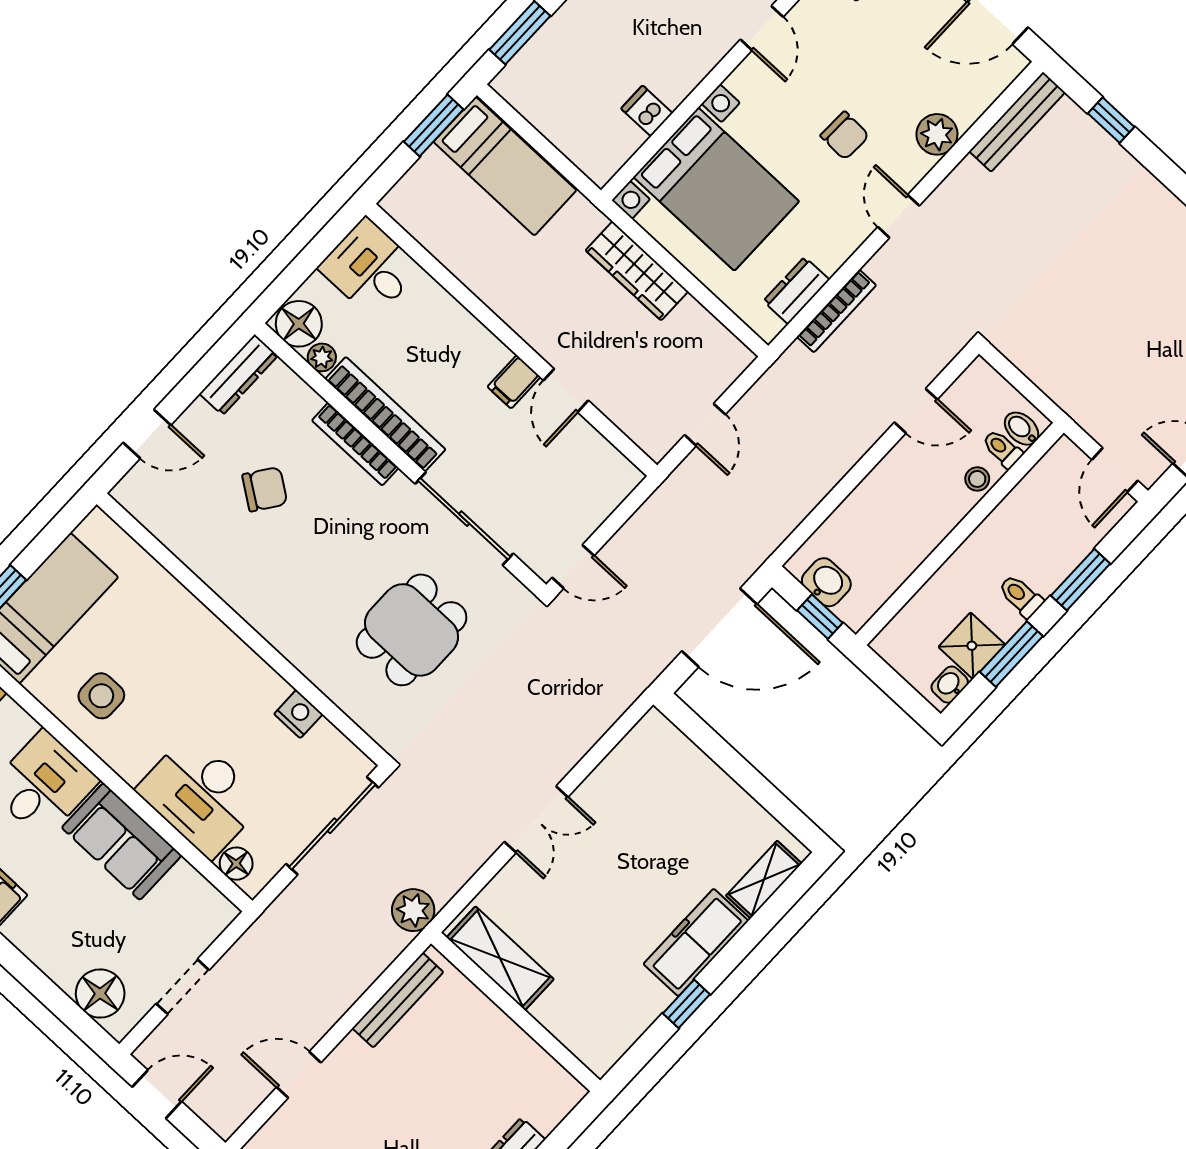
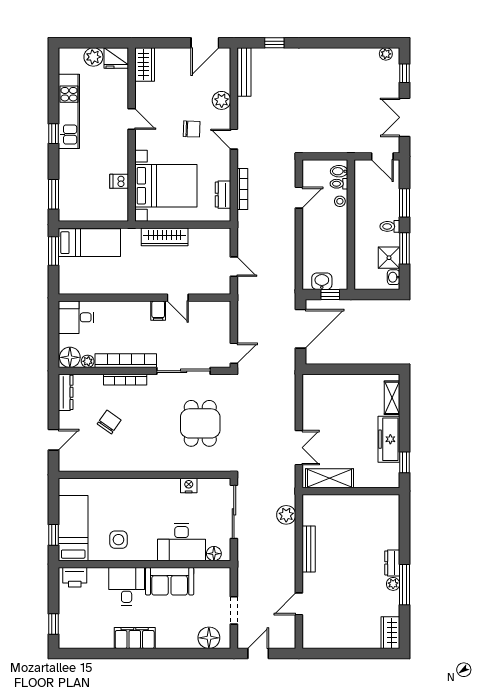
shelving: (500, 958) -> (329, 478), moved
wall: (516, 1012) -> (351, 491), moved

